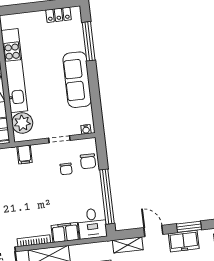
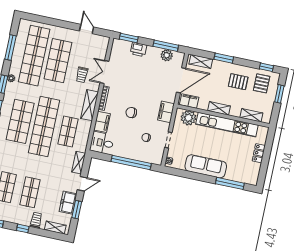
locker: (59, 15) -> (259, 153), moved
filing cabinet: (25, 154) -> (166, 112), width x2.00
chair: (88, 161) -> (131, 113), moved
window: (107, 197) -> (131, 162), moved

